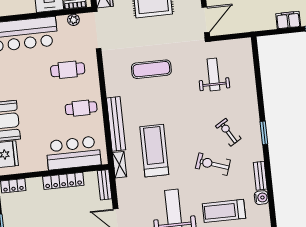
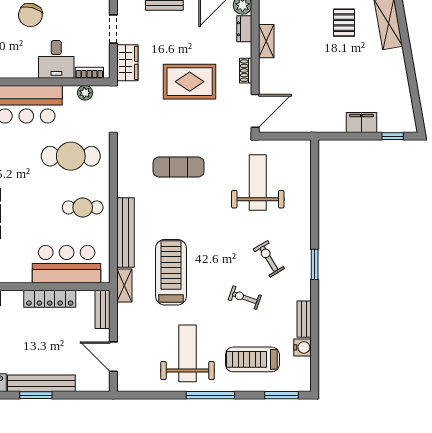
cafe table: (68, 70) -> (71, 156), width x1.37, depth x1.35
weight bench: (213, 75) -> (258, 182), width x1.36, depth x1.33
exercise bike: (213, 164) -> (245, 298), width x0.73, depth x0.72

